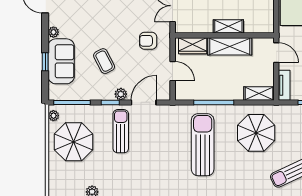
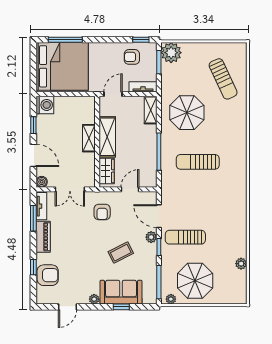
sun lounger: (203, 145) -> (198, 162), width x0.73, depth x0.75

